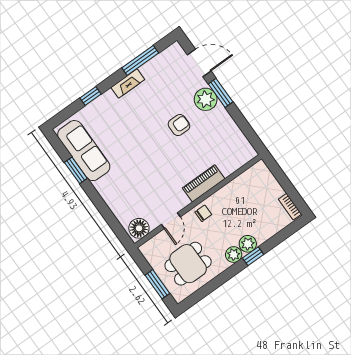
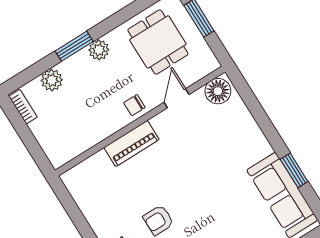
plant: (248, 244) -> (52, 80), moved
window: (253, 256) -> (74, 46), width x1.50
dining table: (188, 264) -> (158, 42), turned 90

